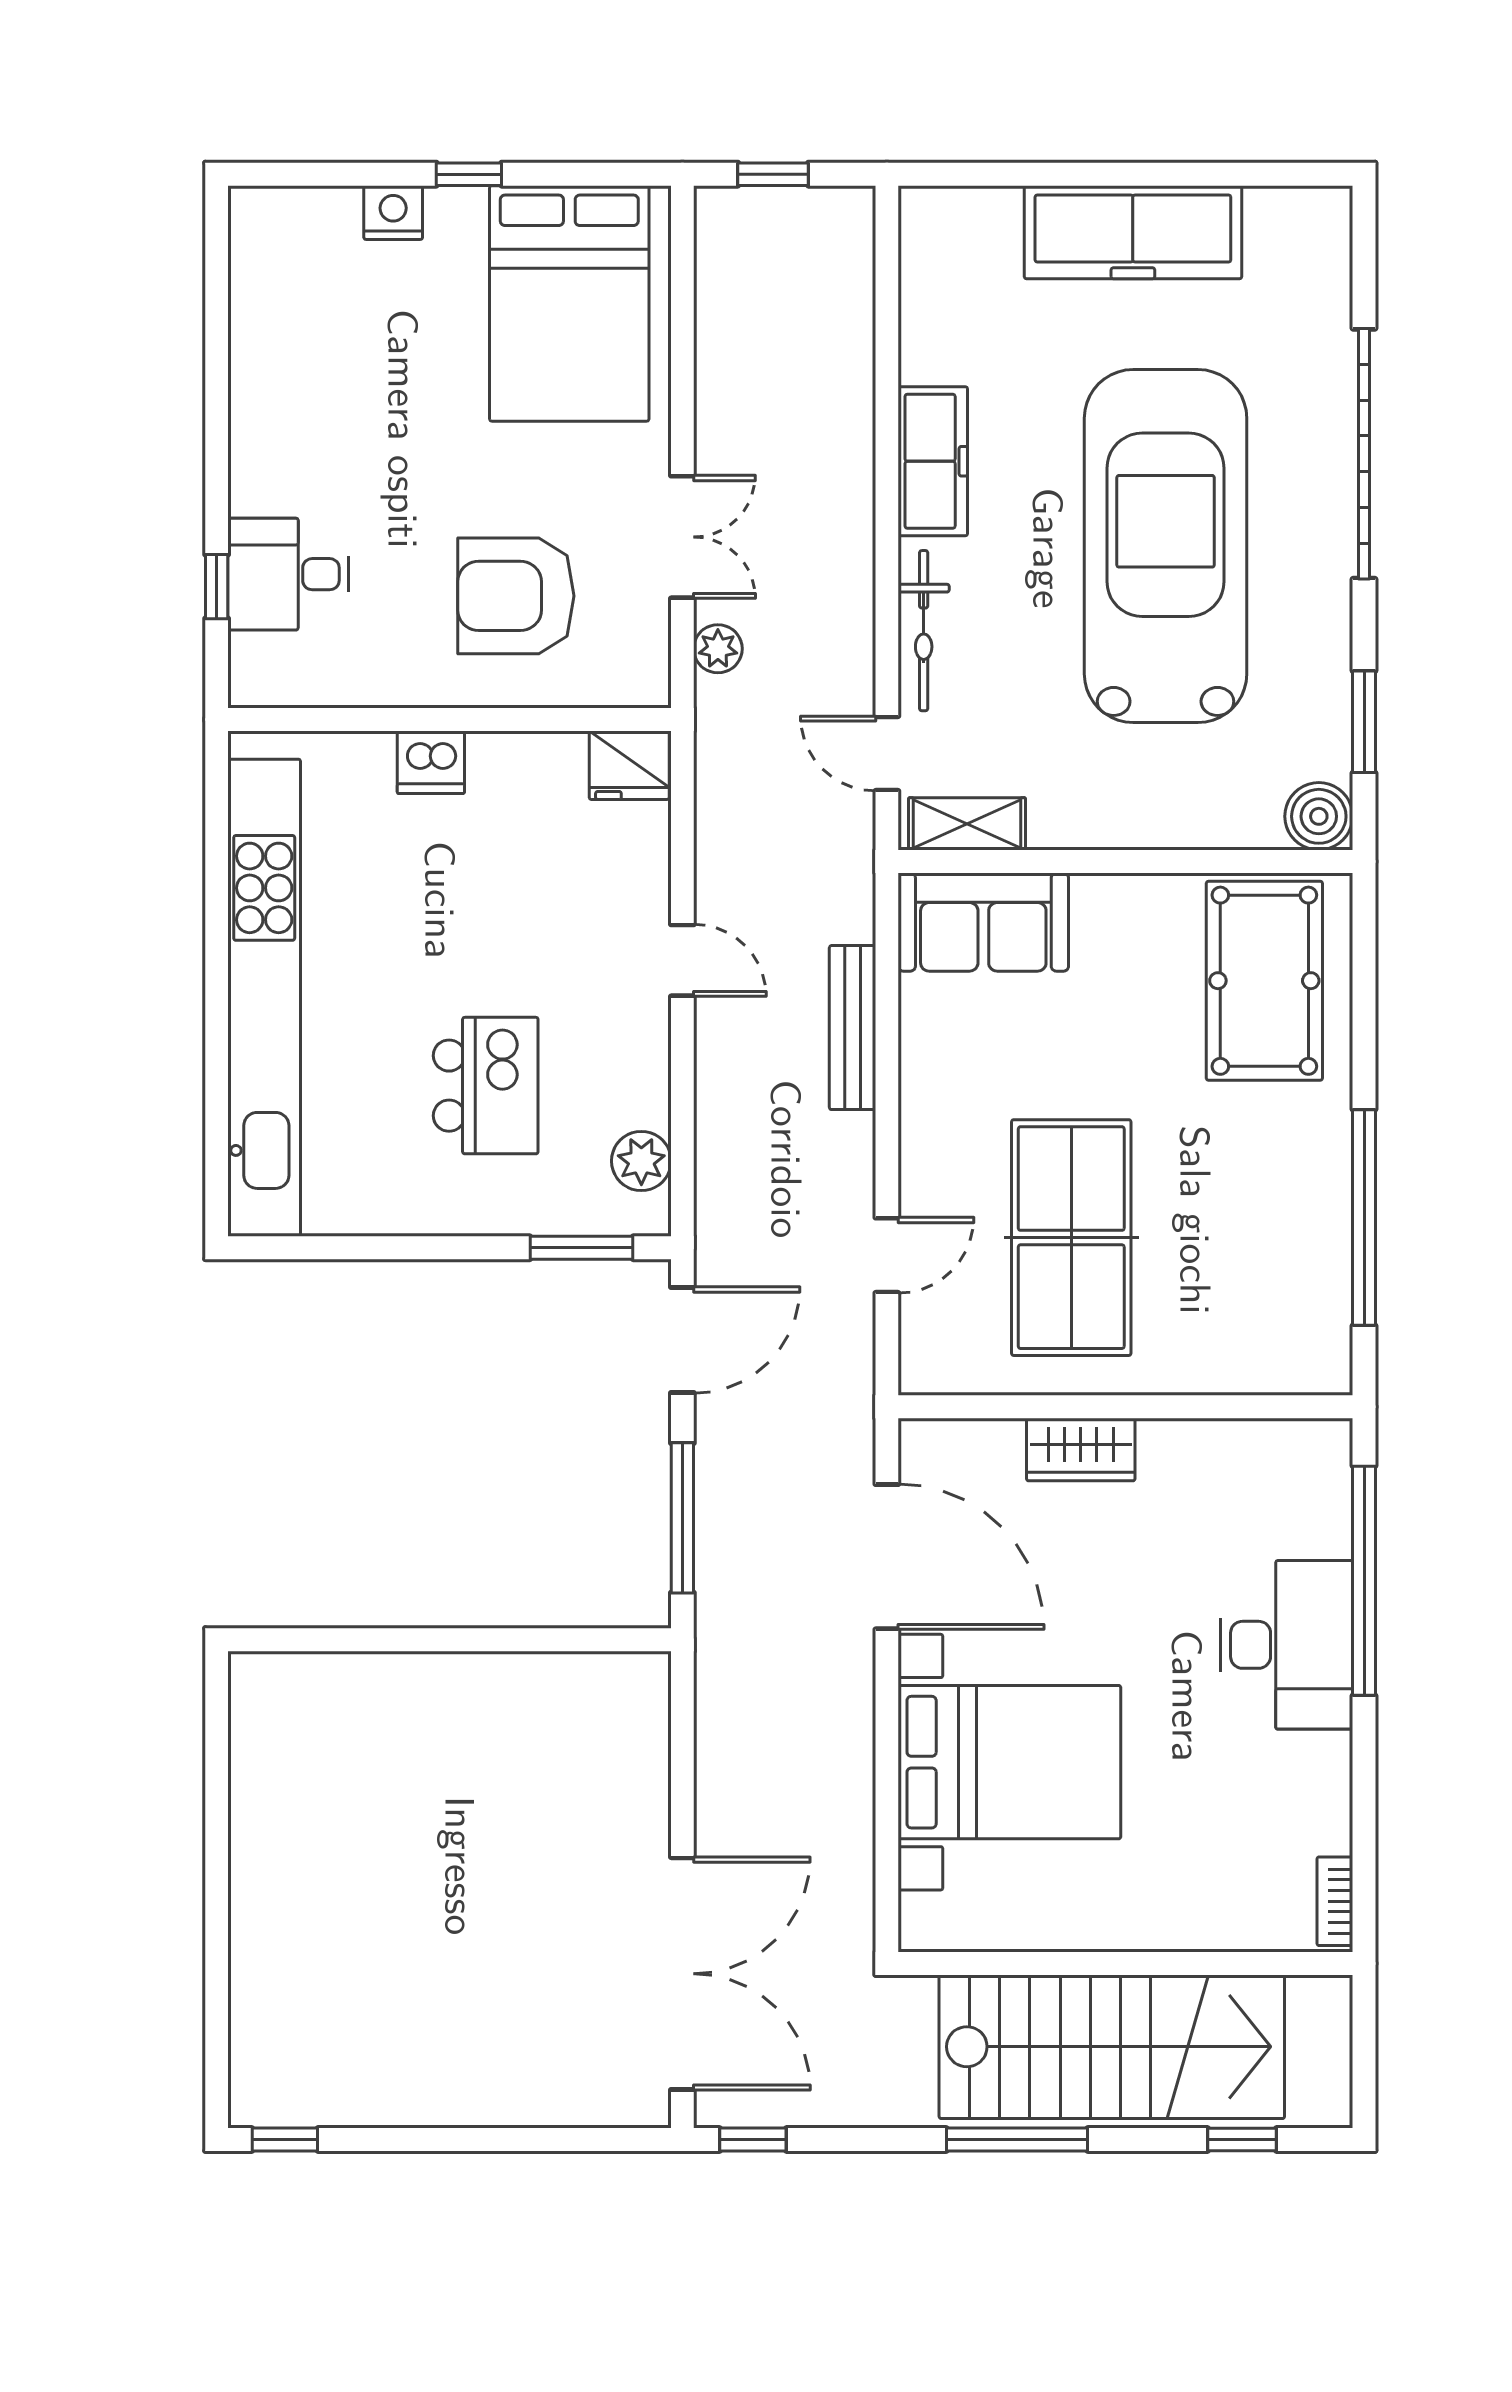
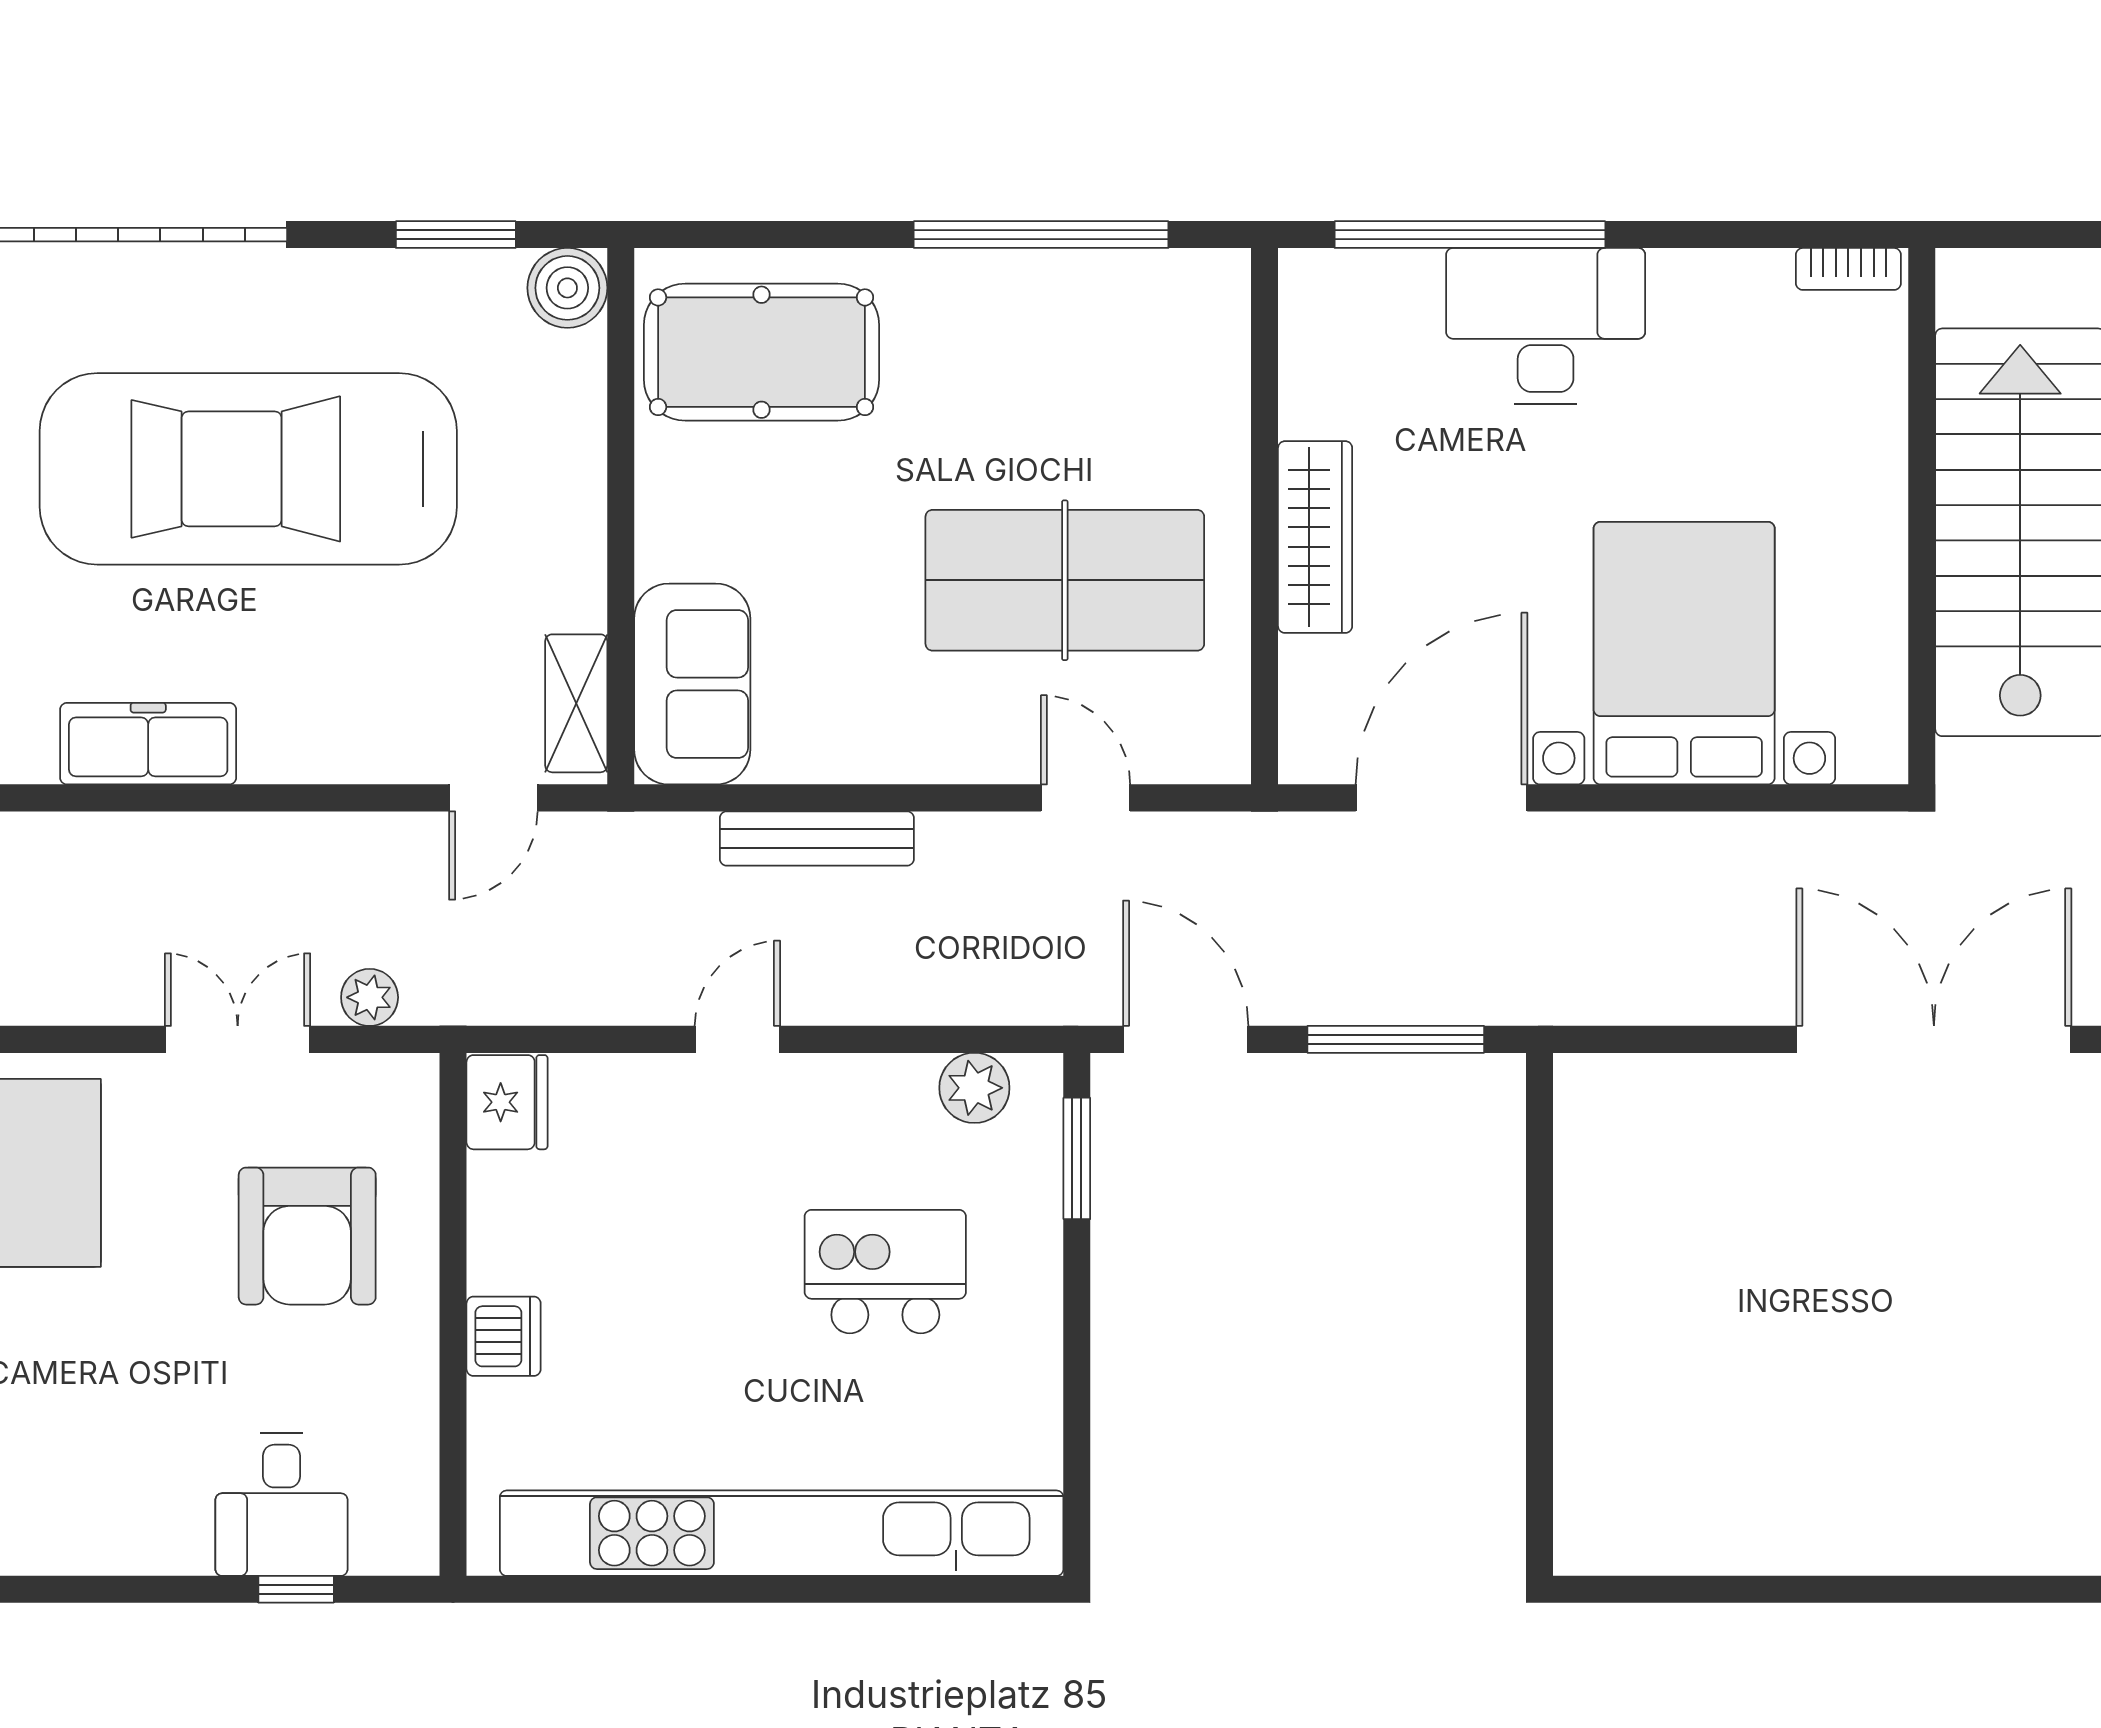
bicycle: (924, 631) -> (348, 754), removed
wardrobe: (1081, 1450) -> (1315, 537), width x1.50

